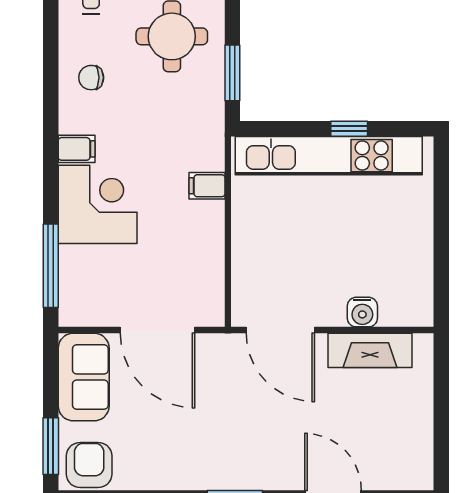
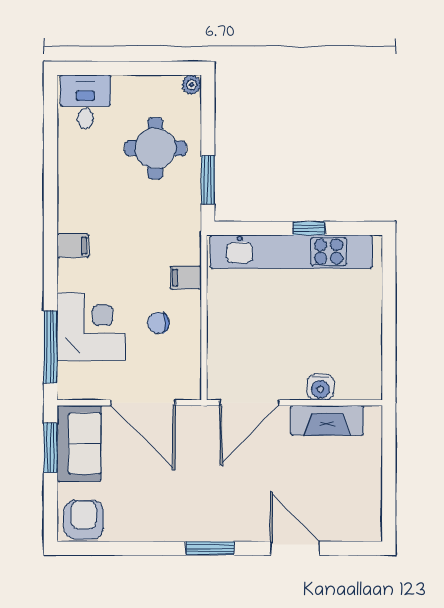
chair: (91, 78) -> (159, 323), moved
corner desk: (98, 204) -> (91, 327), moved
door: (280, 330) -> (249, 403), hinge flipped
window: (51, 446) -> (50, 448), moved

